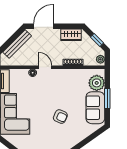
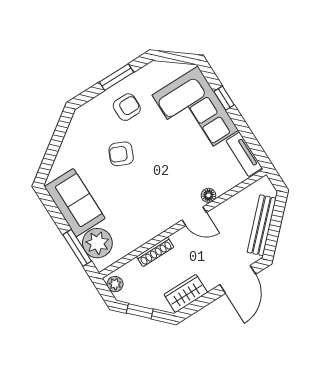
window: (107, 99) -> (77, 248), moved
armchair: (44, 136) -> (127, 107), added

